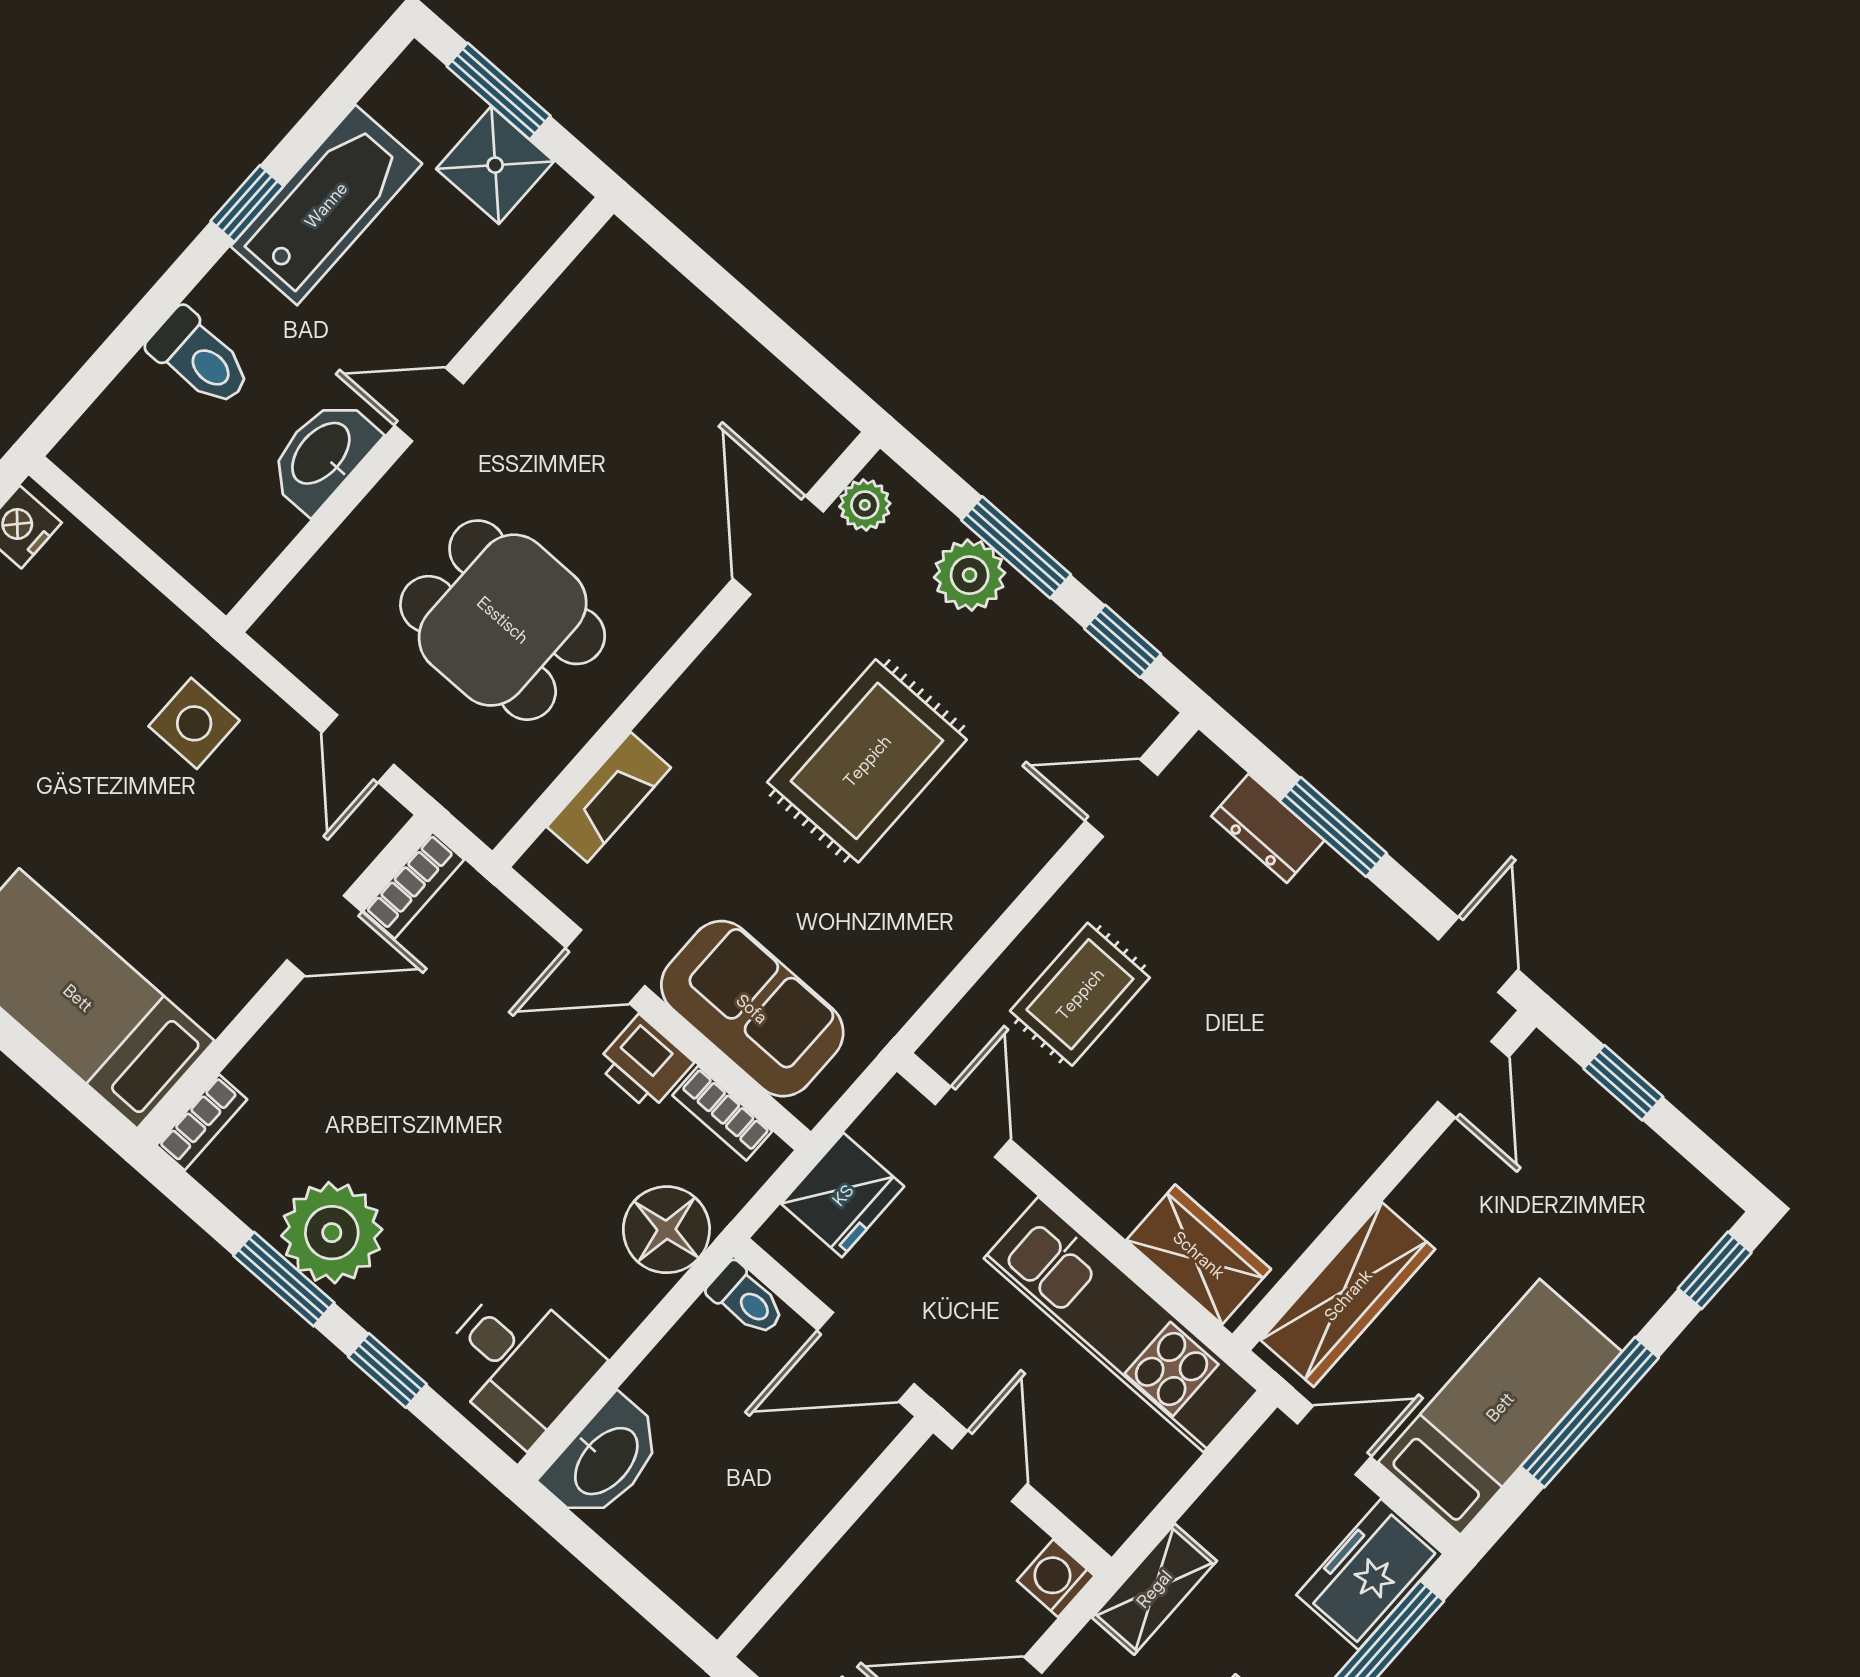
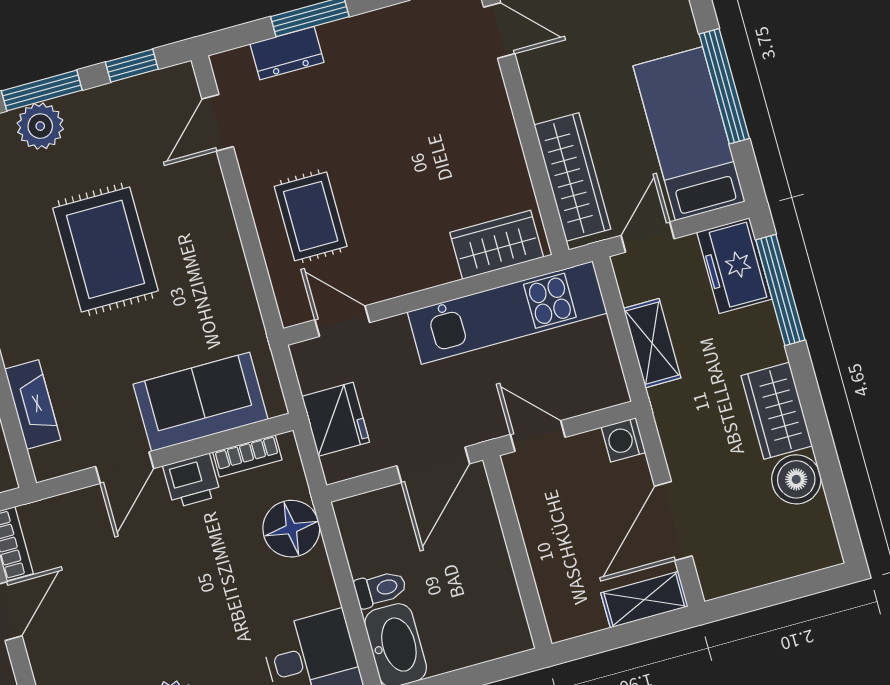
toilet: (746, 1300) -> (380, 589), moved
shelving: (1154, 1589) -> (652, 343), moved

